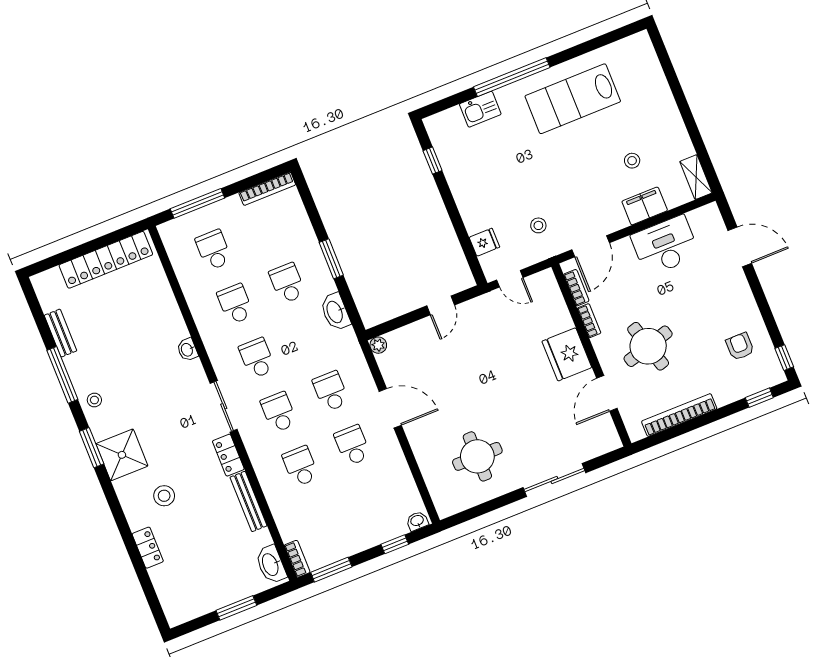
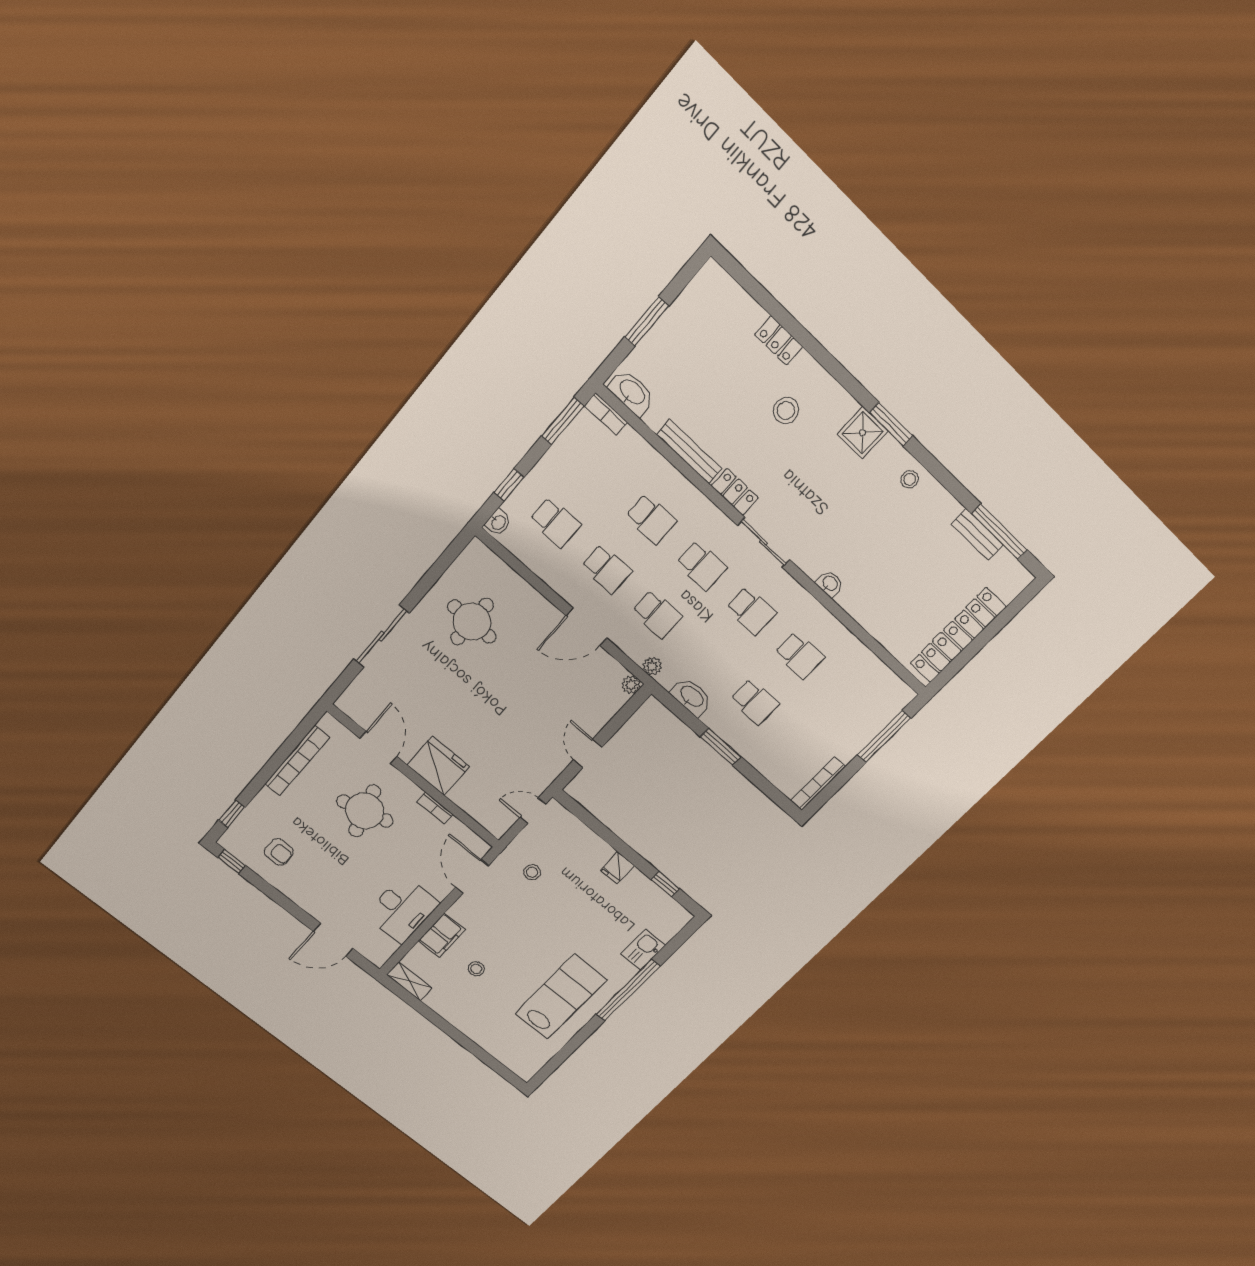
fridge: (484, 242) -> (617, 868), moved
school desk: (214, 250) -> (555, 523), moved
bookcase: (576, 288) -> (464, 833), removed
plant: (354, 352) -> (652, 666), added
window: (62, 375) -> (999, 532), moved
shower: (122, 455) -> (863, 433), width x0.73, depth x0.73

